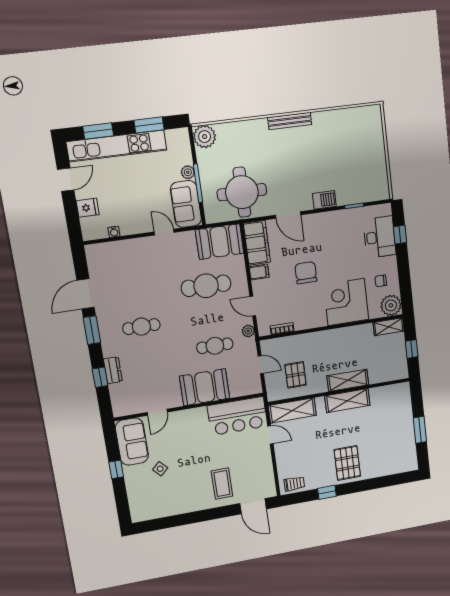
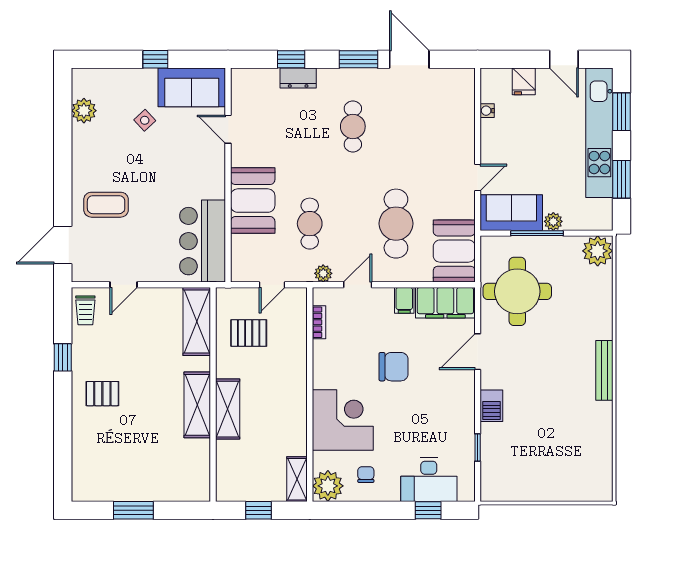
door: (270, 435) -> (124, 285), moved
pallet: (347, 463) -> (102, 394), width x0.67, depth x0.71
plant: (160, 510) -> (84, 111), added

